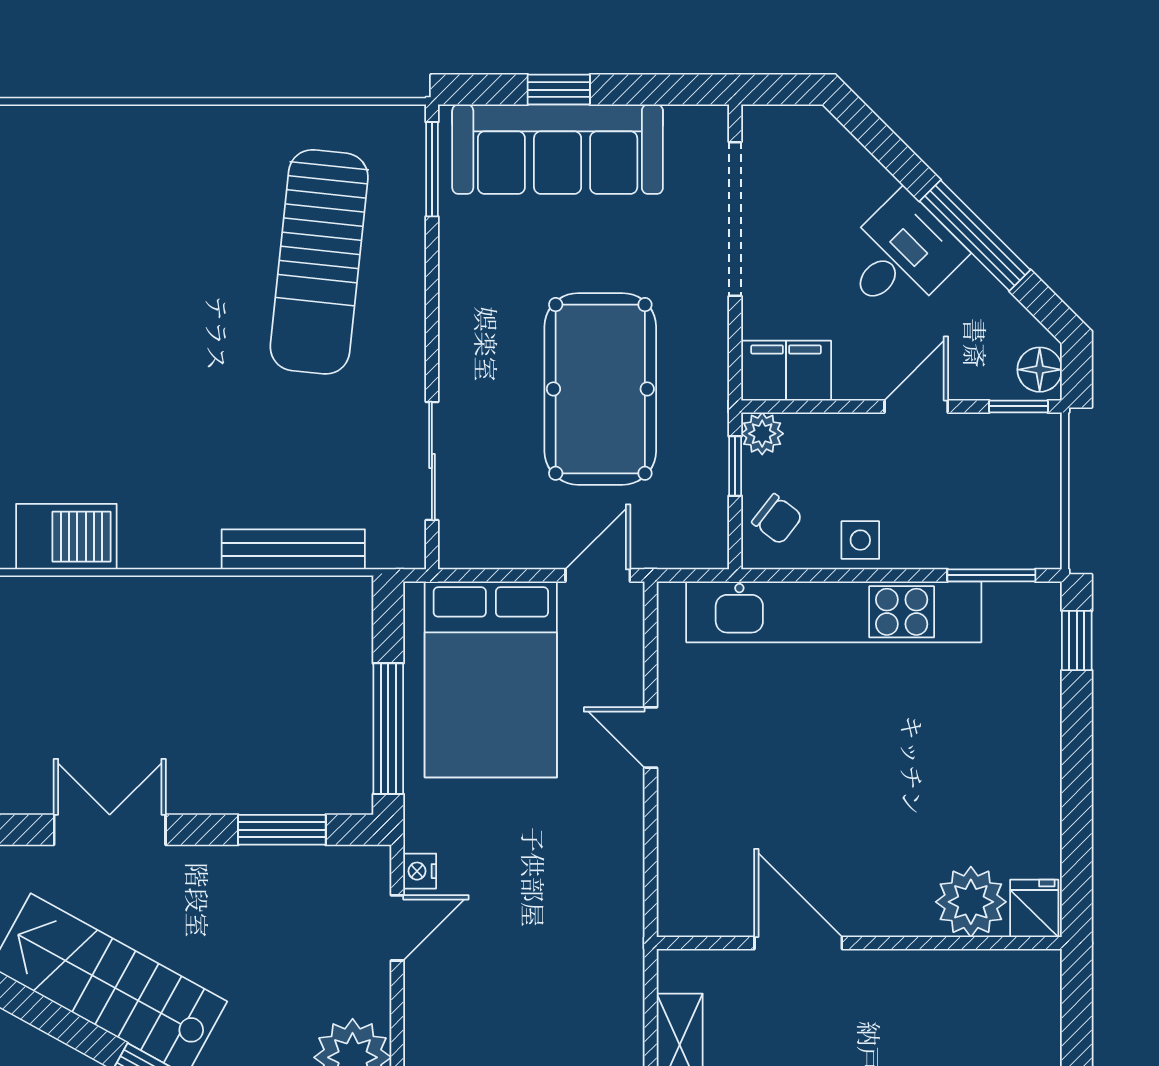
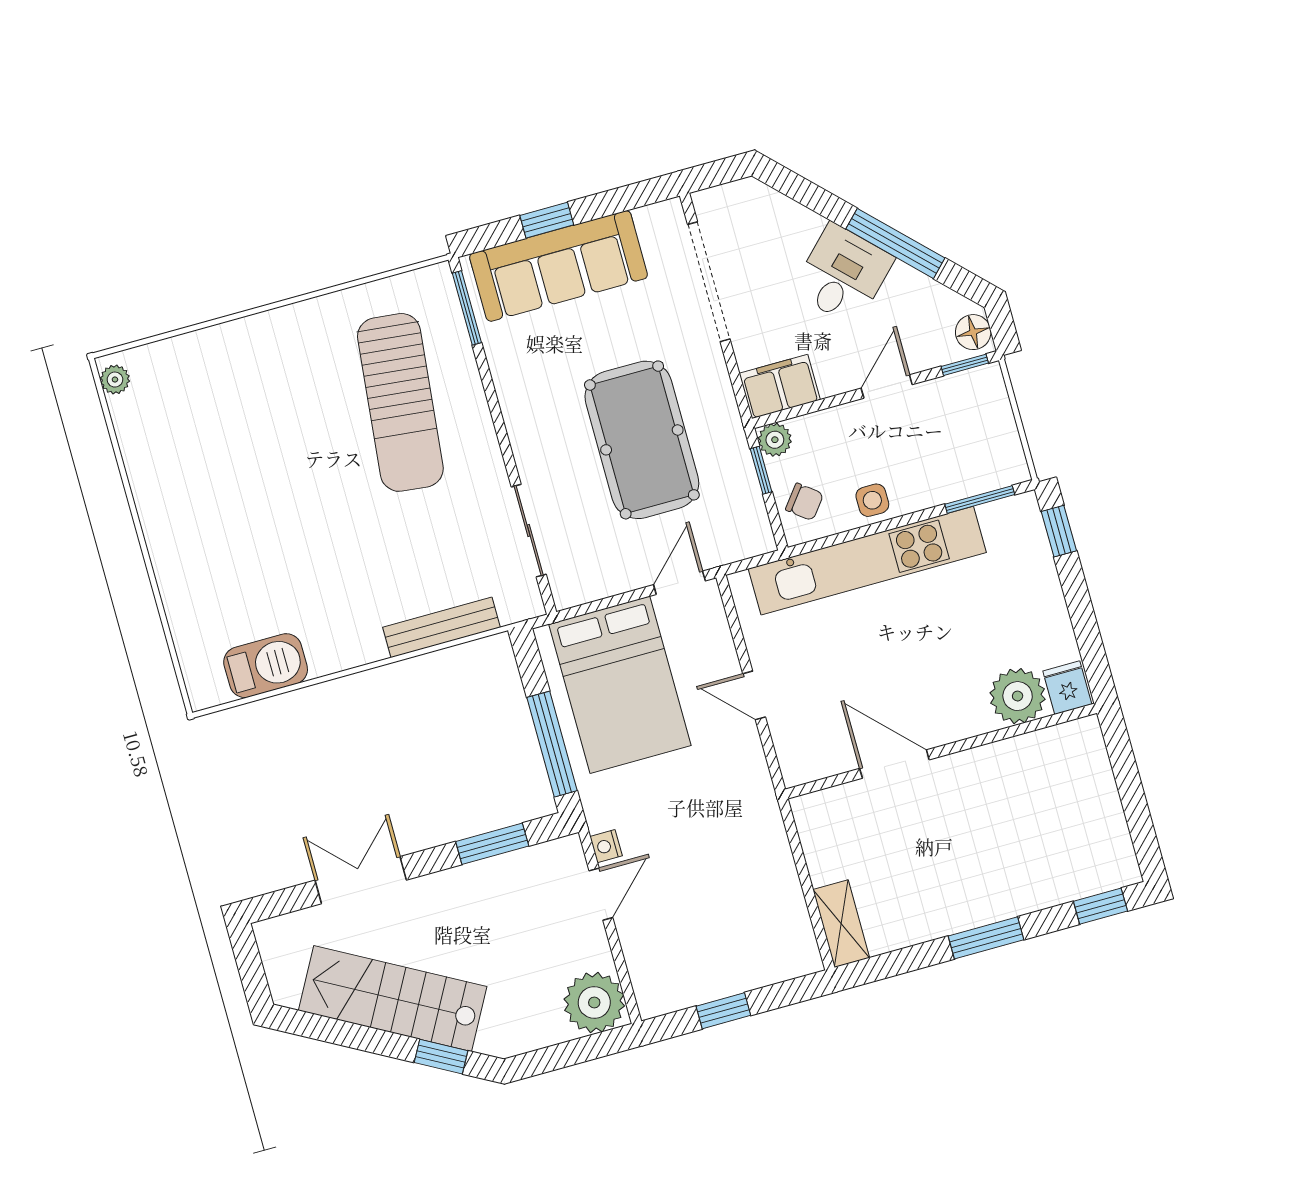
plant: (971, 902) -> (1018, 696), moved
fridge: (1034, 908) -> (1067, 688), moved
door: (798, 943) -> (894, 764), moved
wall: (859, 943) -> (941, 751), moved

